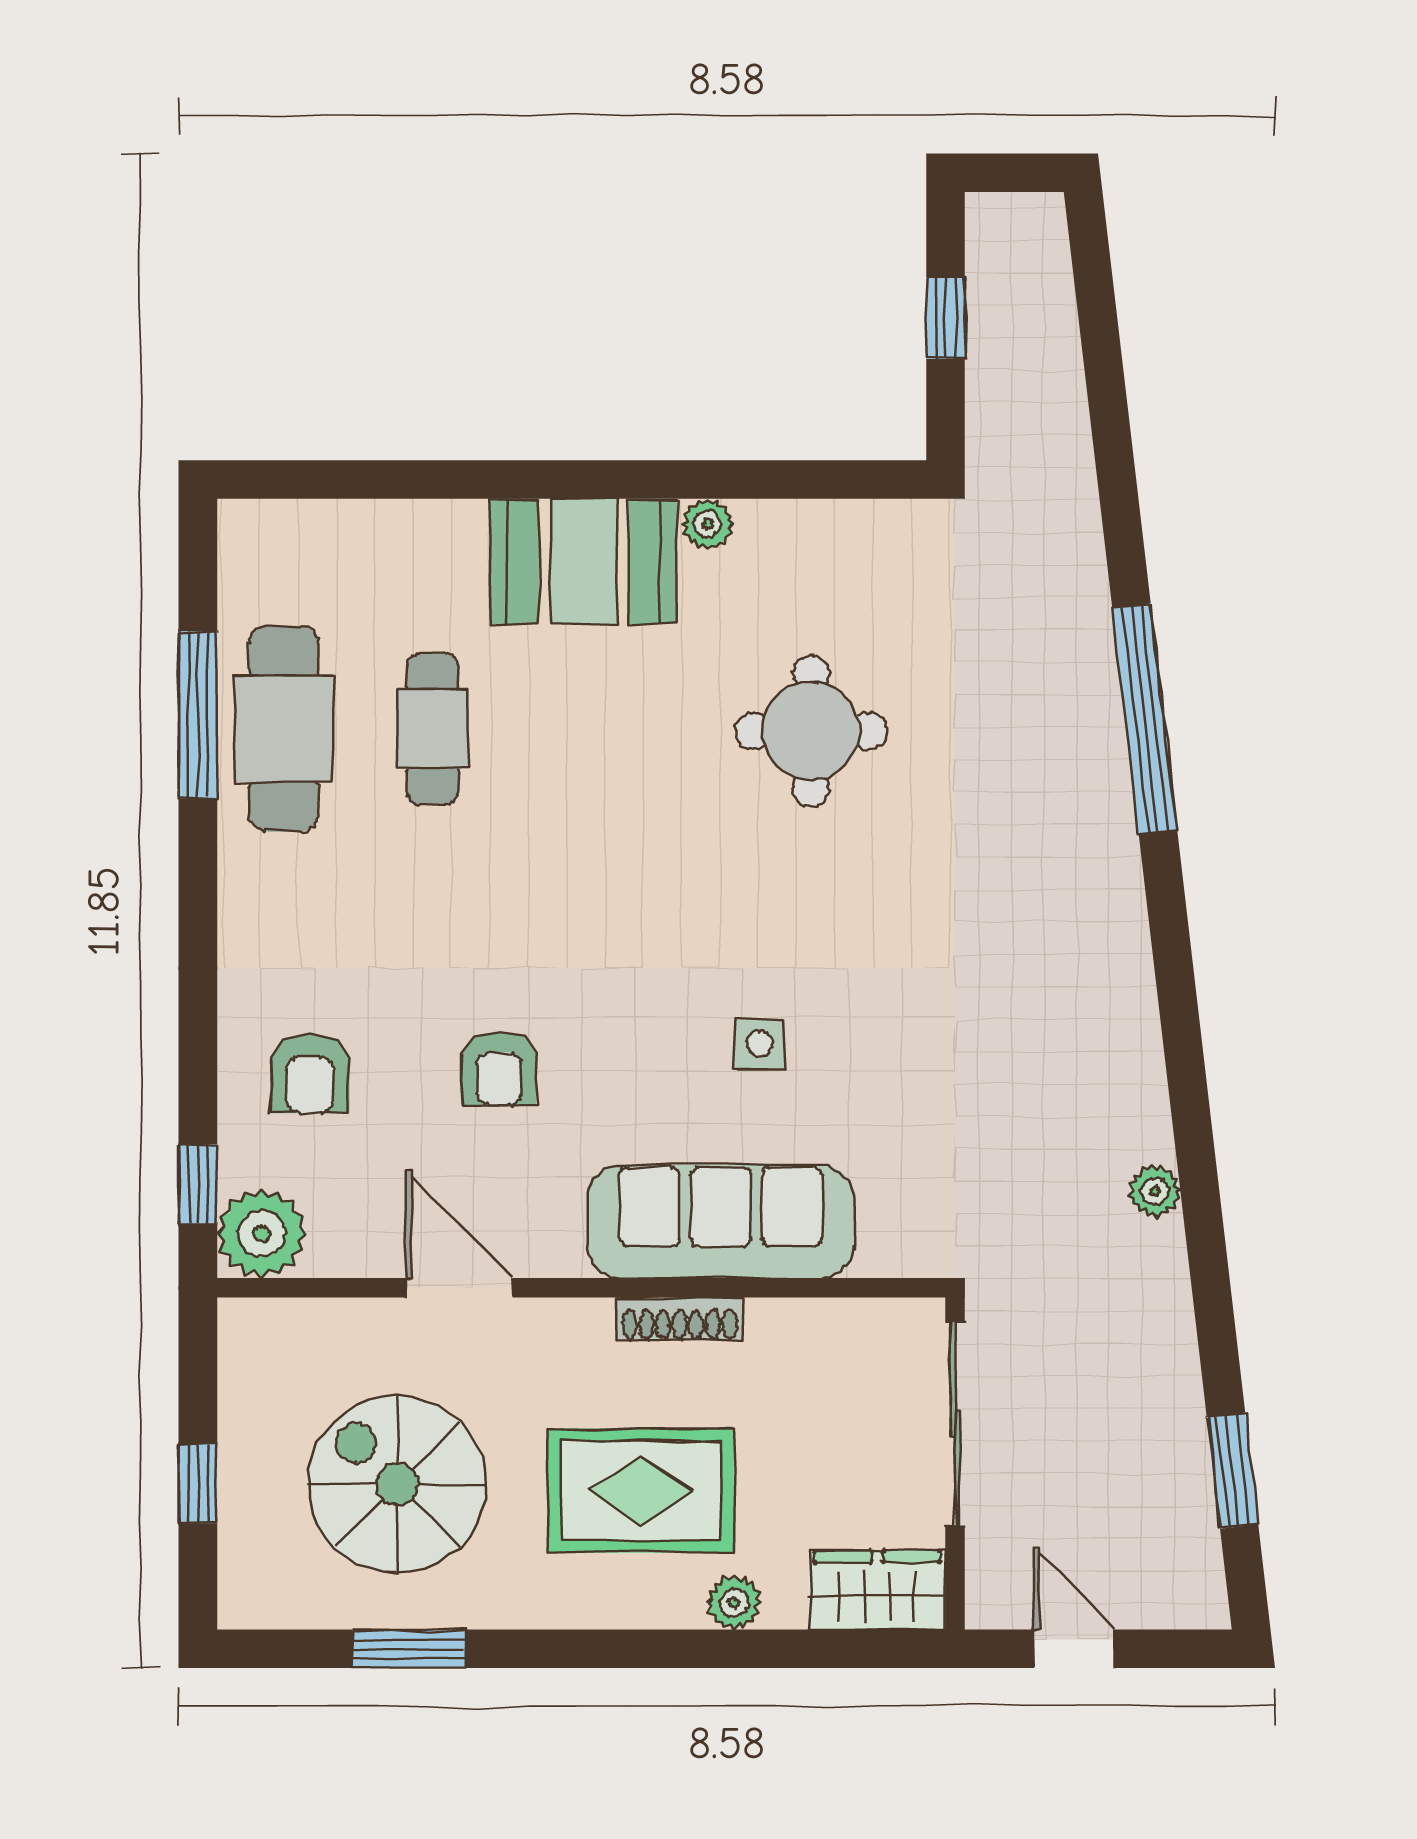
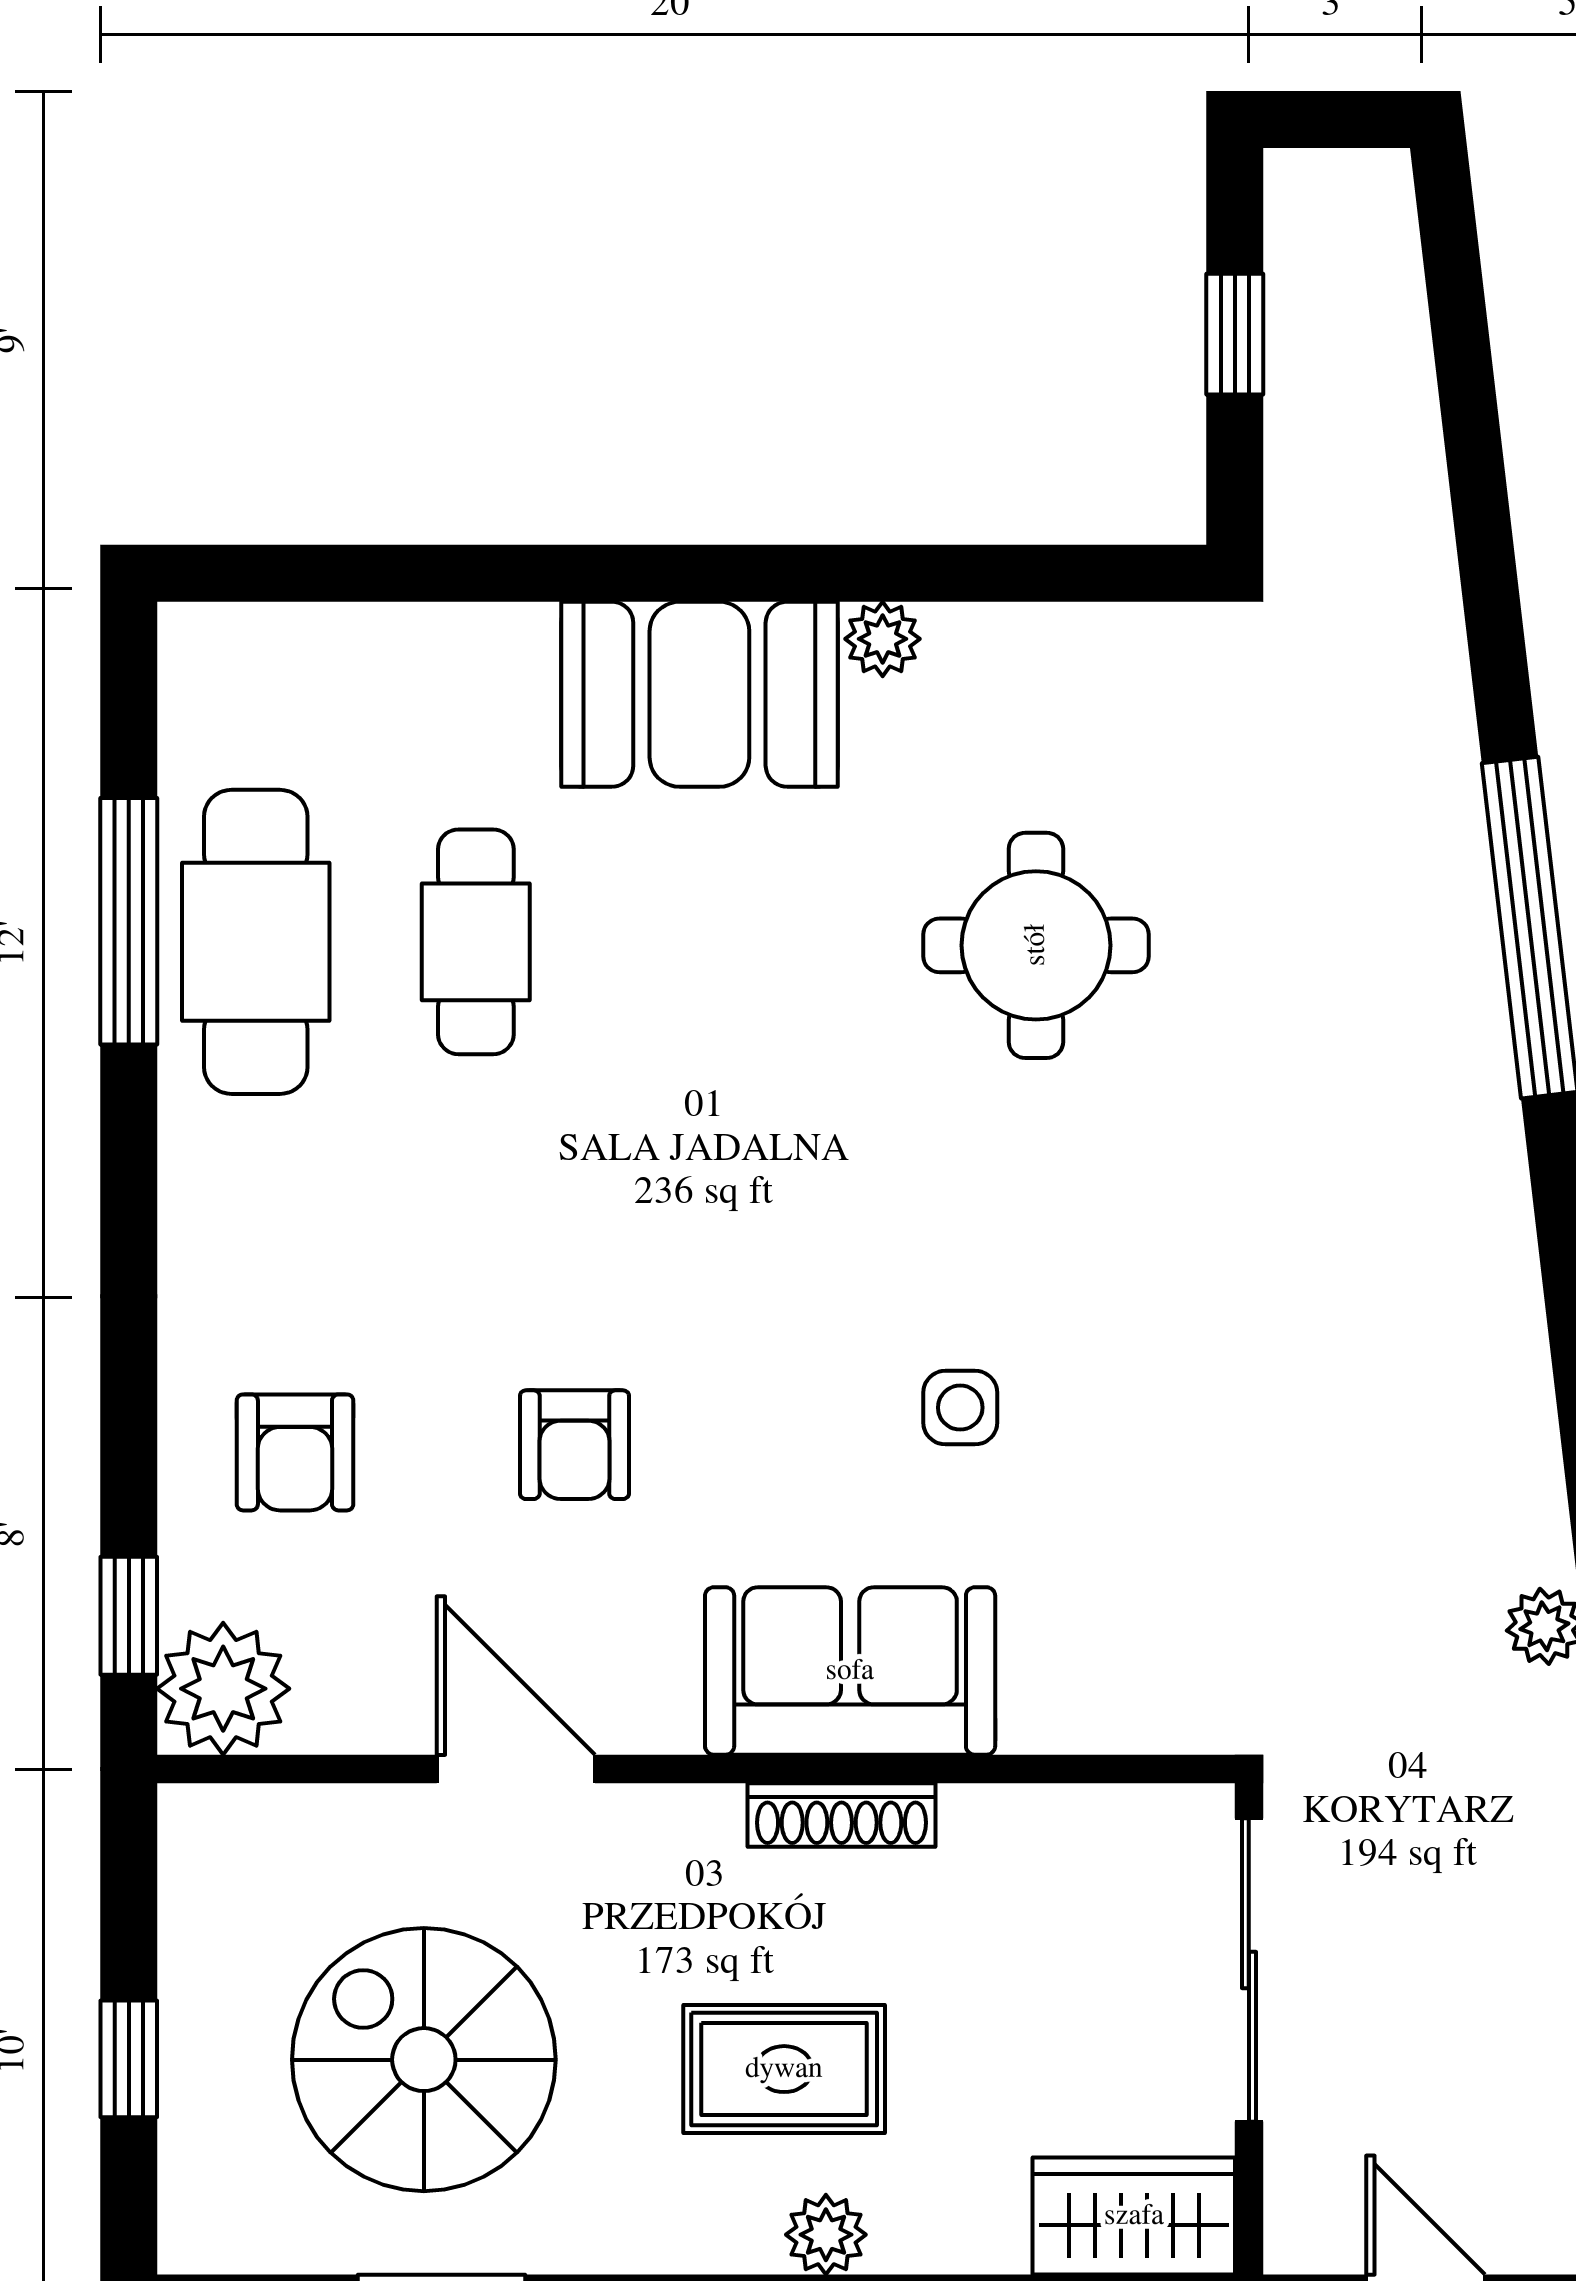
sofa: (721, 1222) -> (850, 1671), width x0.73
rug: (641, 1491) -> (784, 2069), width x0.73, depth x0.70
plant: (734, 1603) -> (826, 2235), moved

